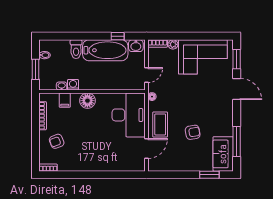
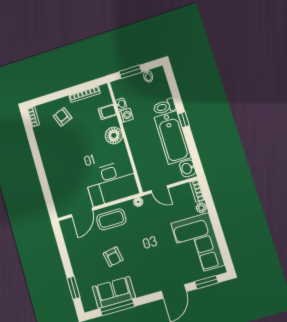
window: (118, 36) -> (184, 120), moved
door: (147, 148) -> (82, 212), hinge flipped
sofa: (223, 154) -> (114, 292), moved

